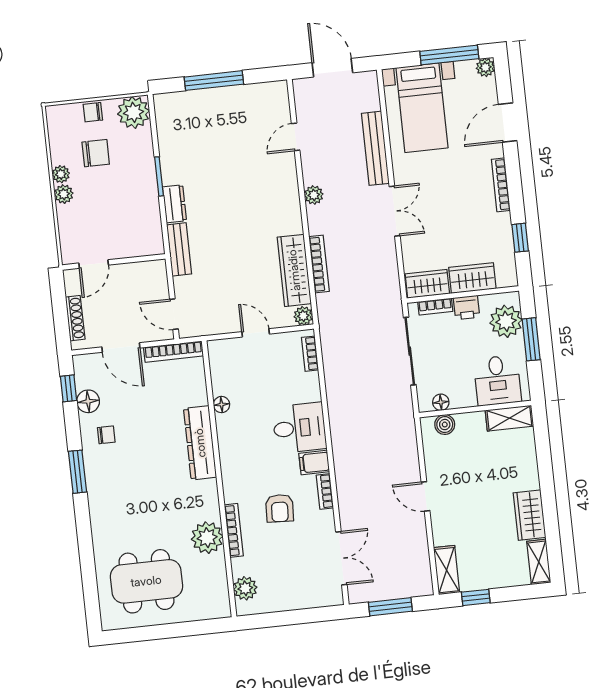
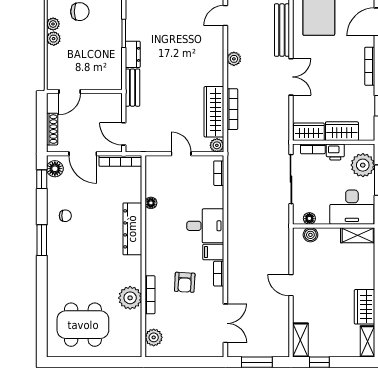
desk: (497, 380) -> (352, 207), width x1.37
floor lamp: (88, 401) -> (55, 169), moved

